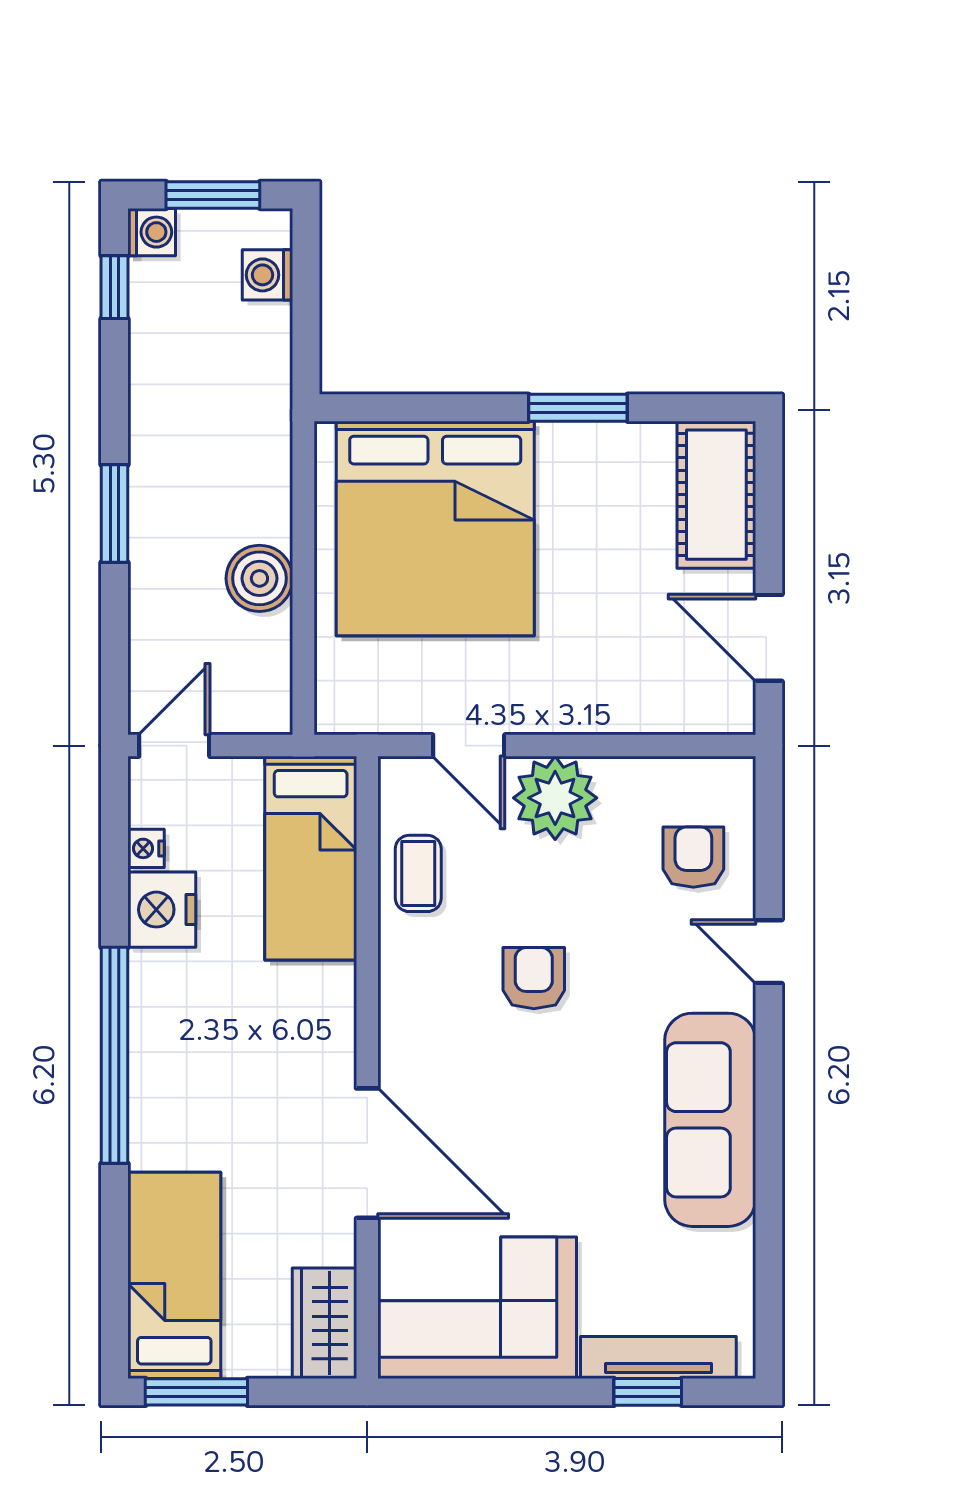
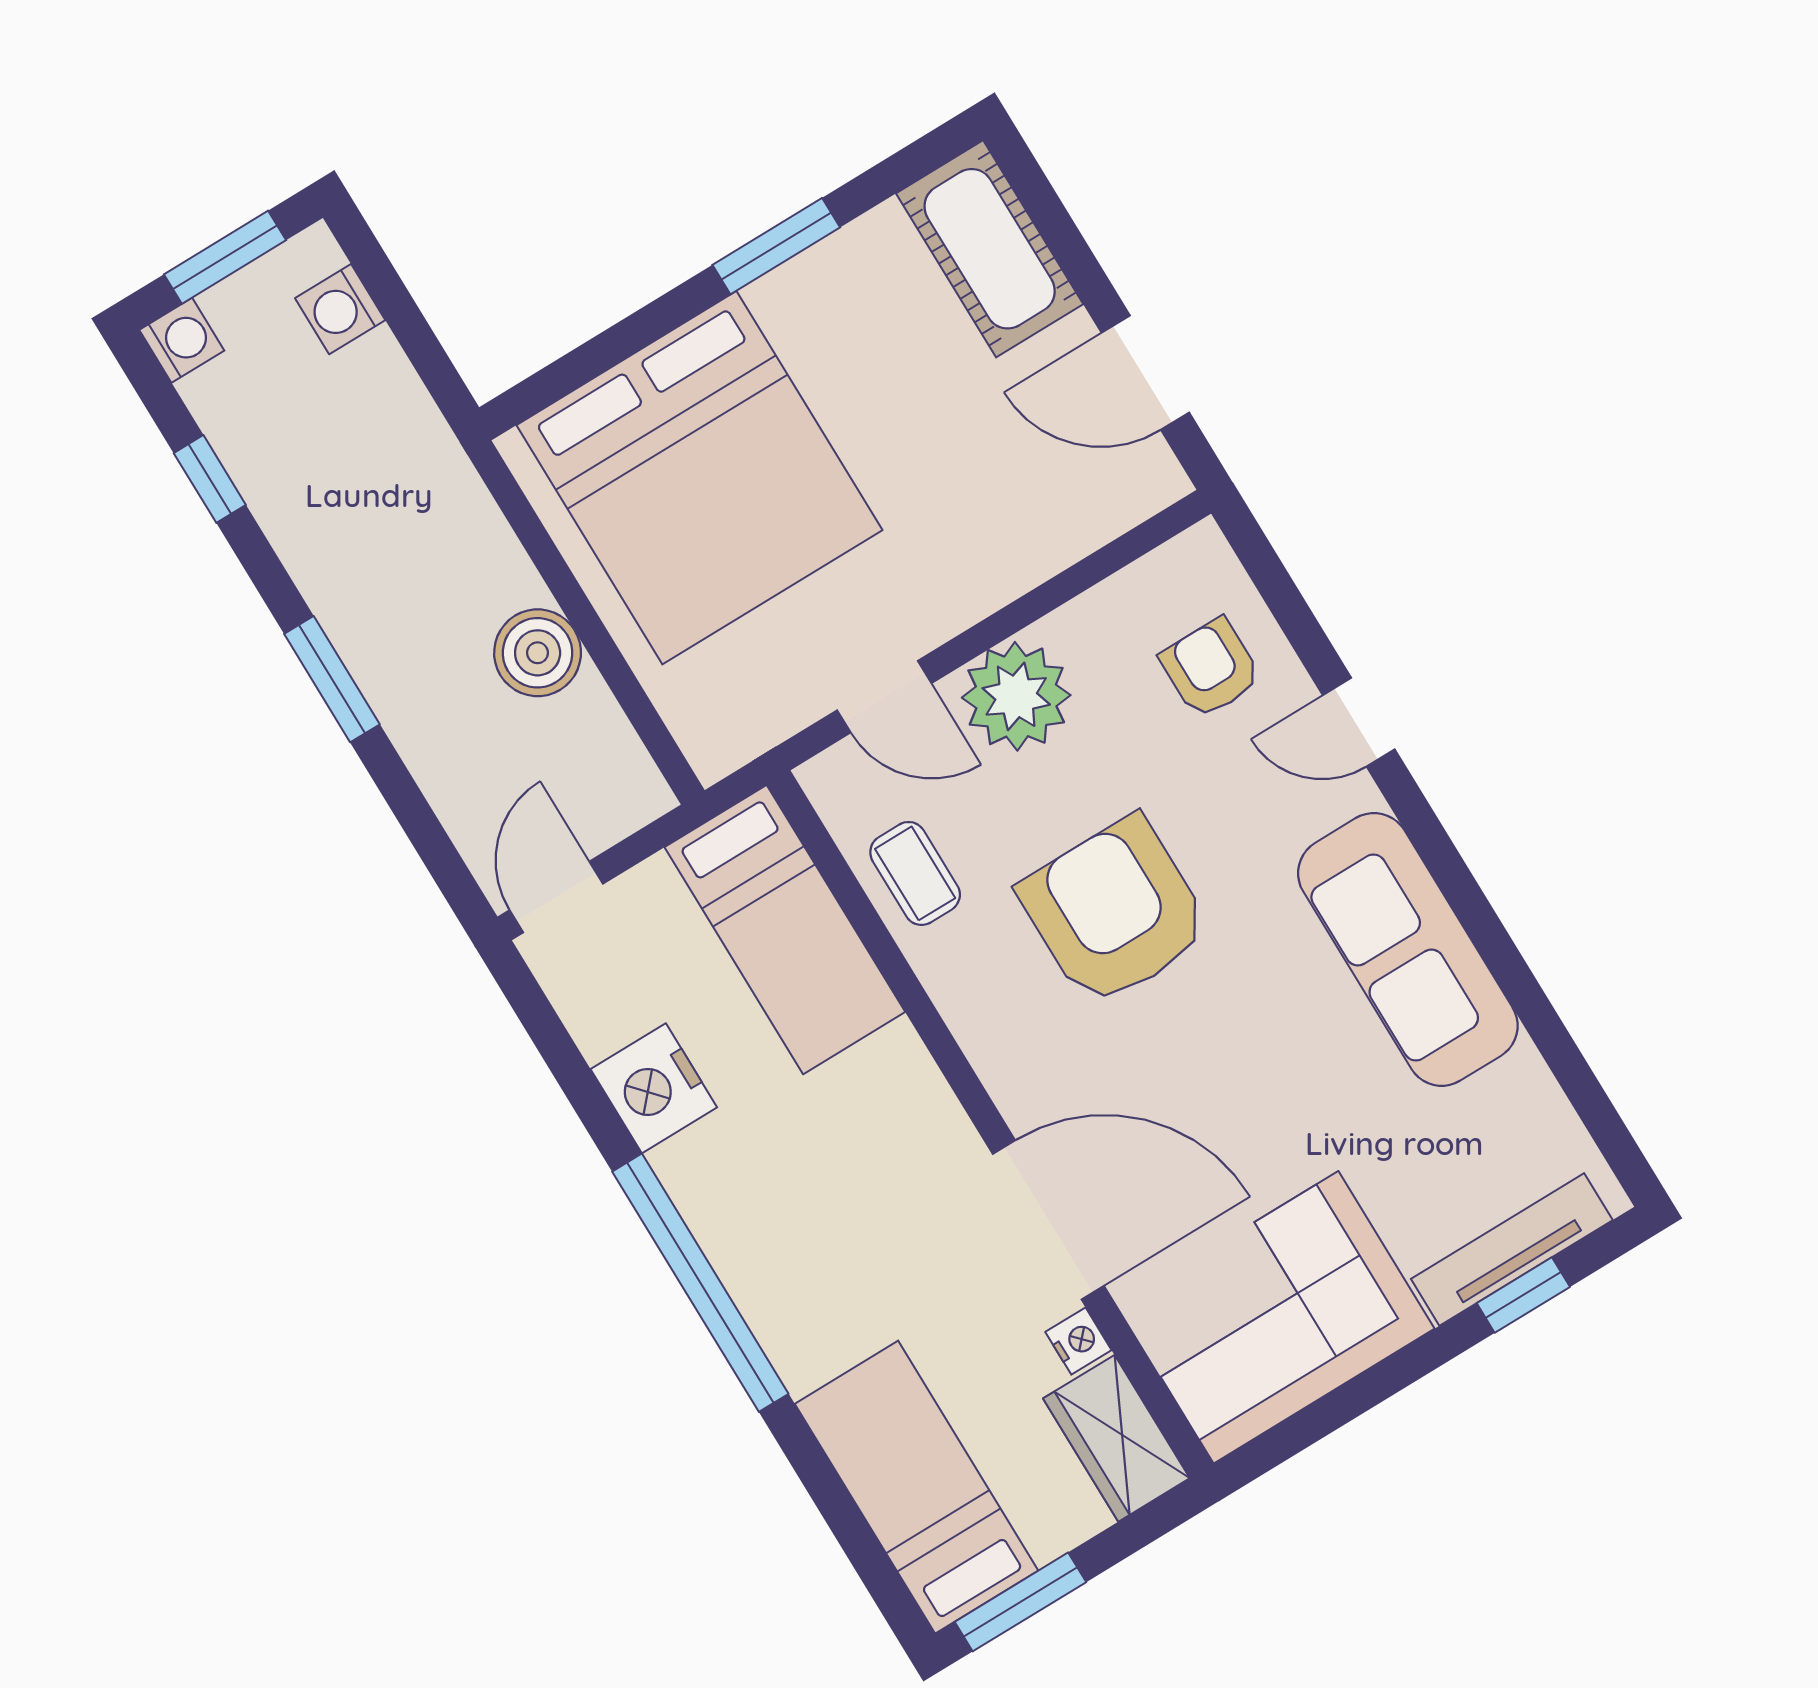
window: (115, 287) -> (210, 479), moved
nightstand: (146, 848) -> (1078, 1341), moved, turned 180
armchair: (534, 978) -> (1115, 912), width x1.88, depth x1.88

